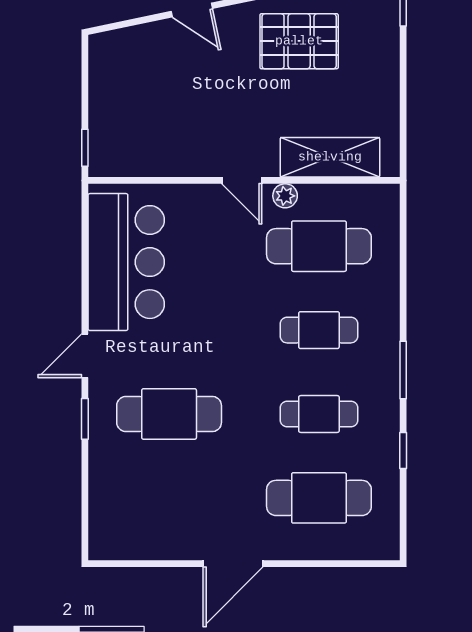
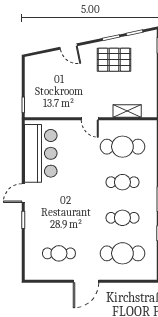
shelving: (330, 157) -> (127, 111), width x0.67, depth x0.75
plant: (285, 196) -> (108, 125), removed
cafe table: (169, 414) -> (59, 253), moved, width x0.73, depth x0.74

